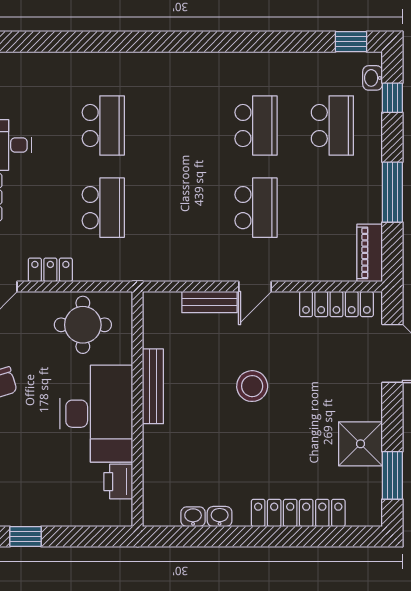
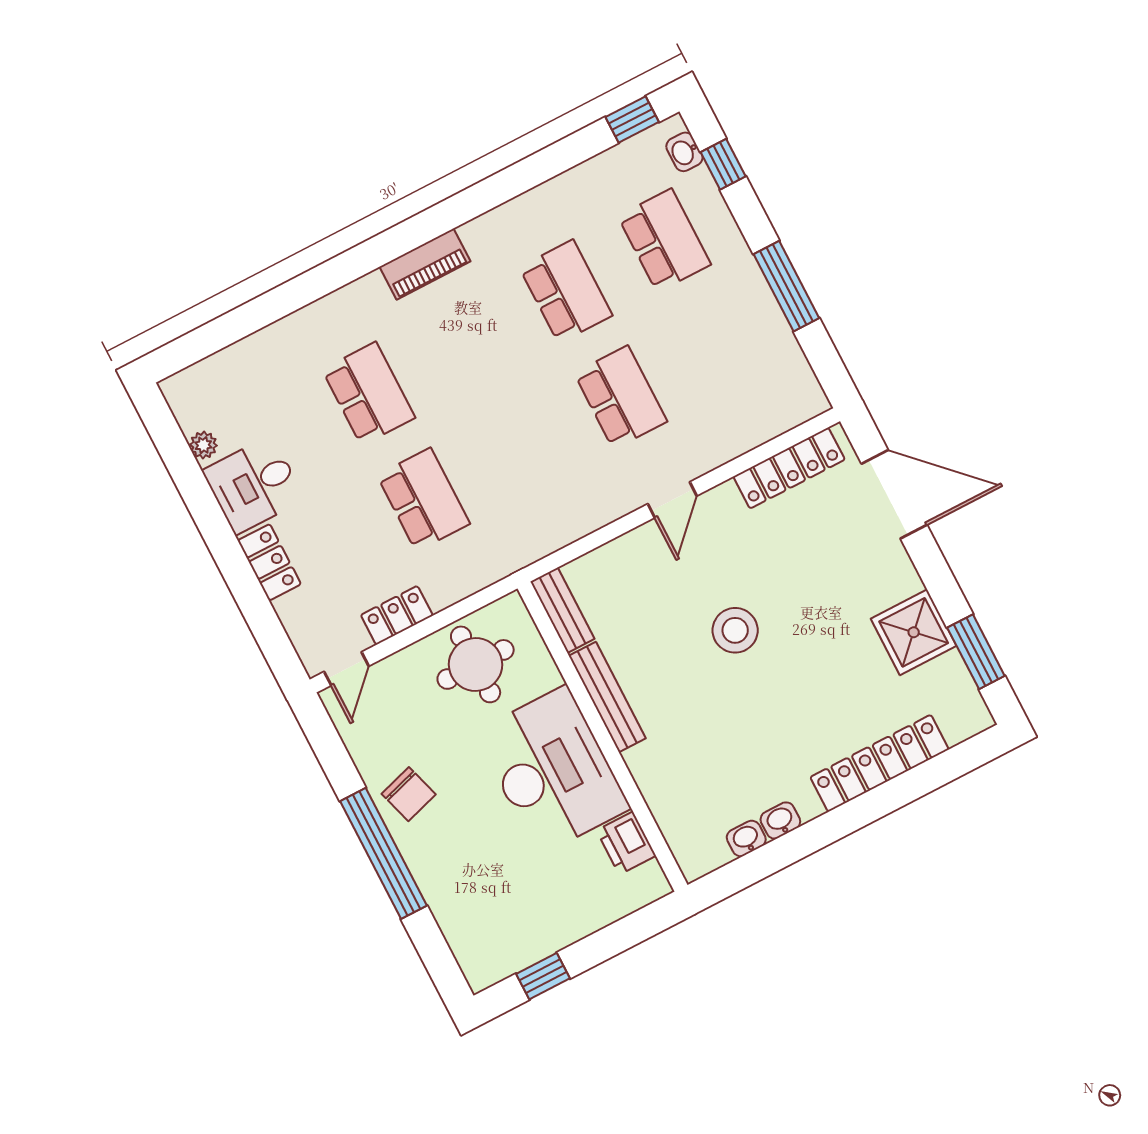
piano: (370, 253) -> (425, 264), moved, turned -90
bench: (209, 302) -> (562, 610), moved, turned 90

